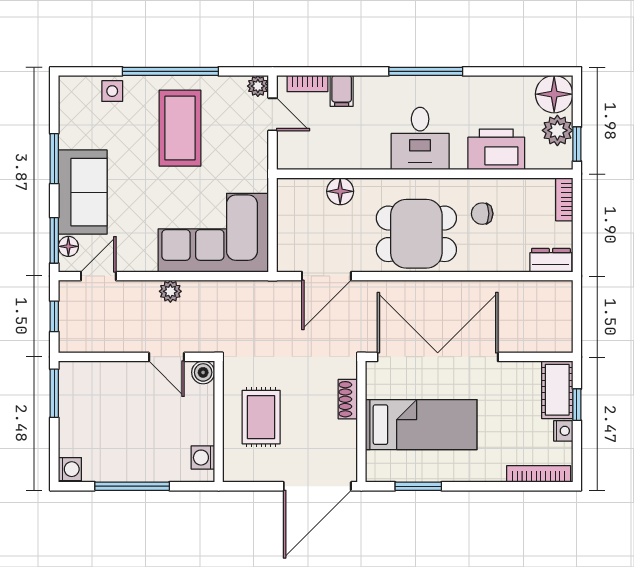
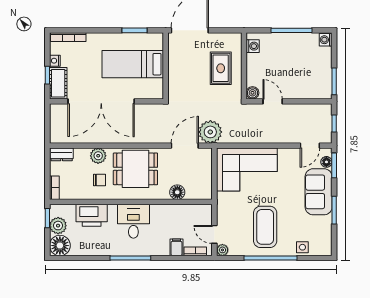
plant: (484, 258) -> (98, 156), added
plant: (170, 291) -> (210, 132), moved, width x1.88, depth x1.88
double door: (438, 357) -> (101, 101), moved
shoe rack: (348, 399) -> (173, 78), removed

